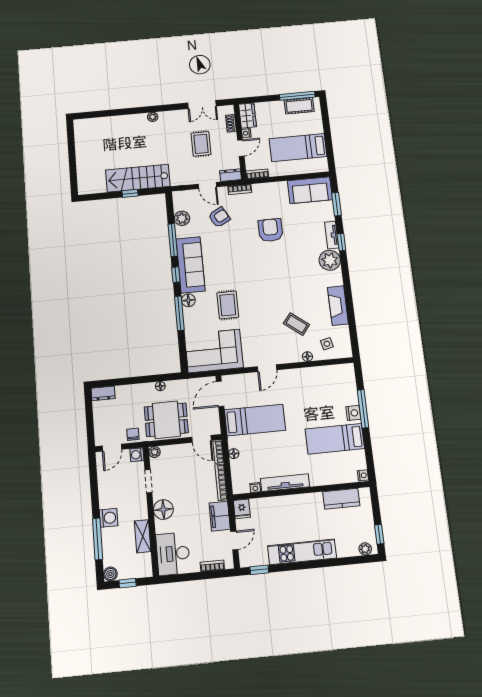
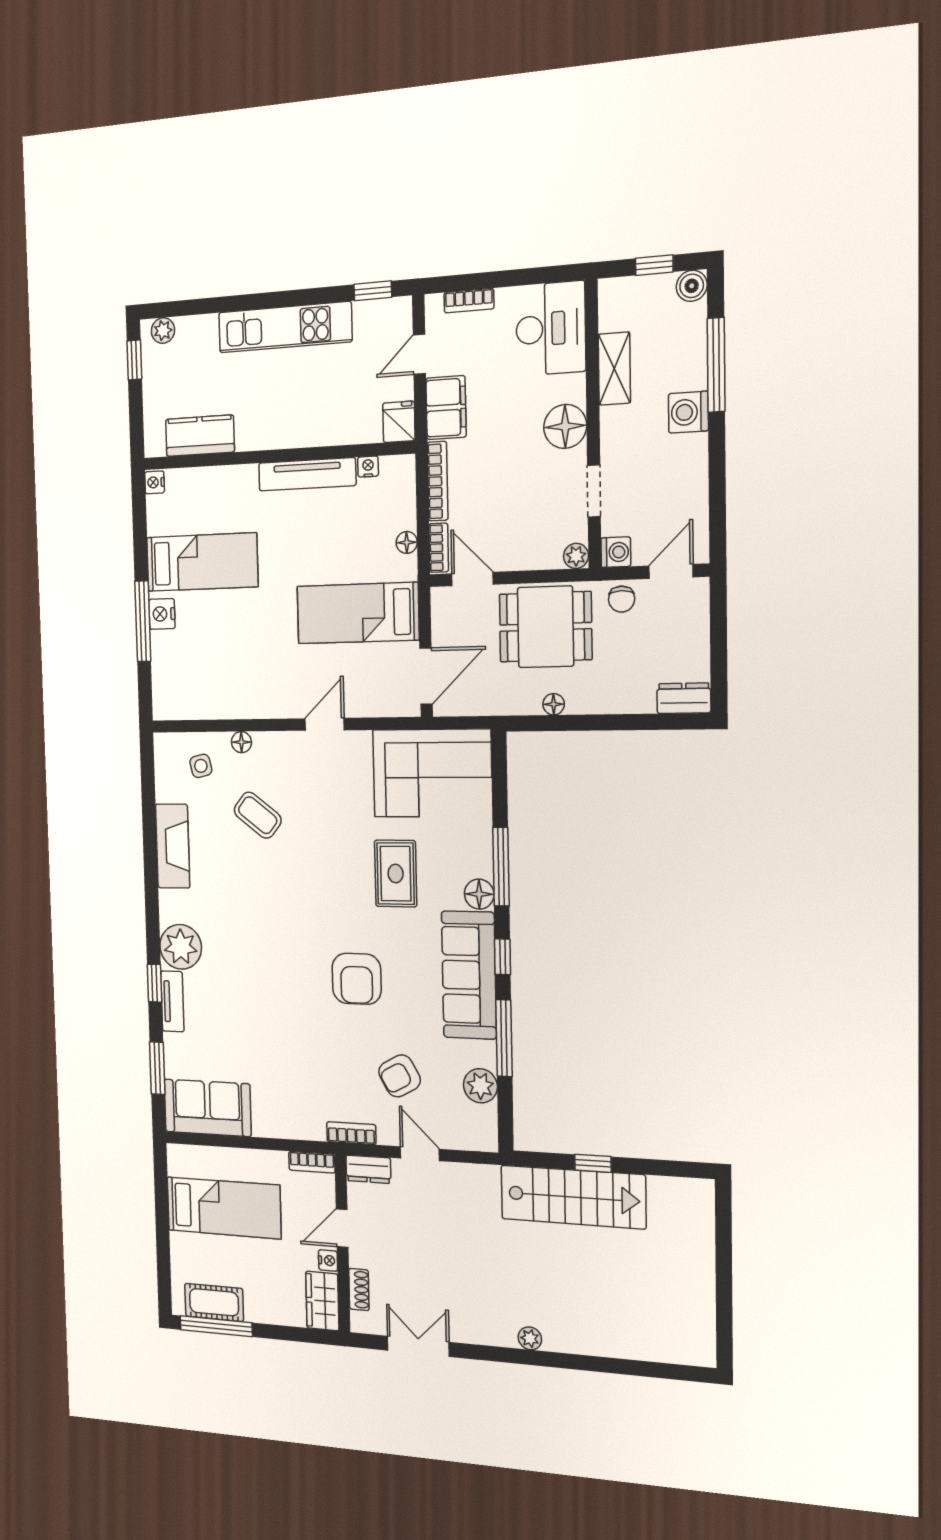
rug: (201, 144) -> (427, 1254), removed
armchair: (270, 230) -> (357, 979), moved

